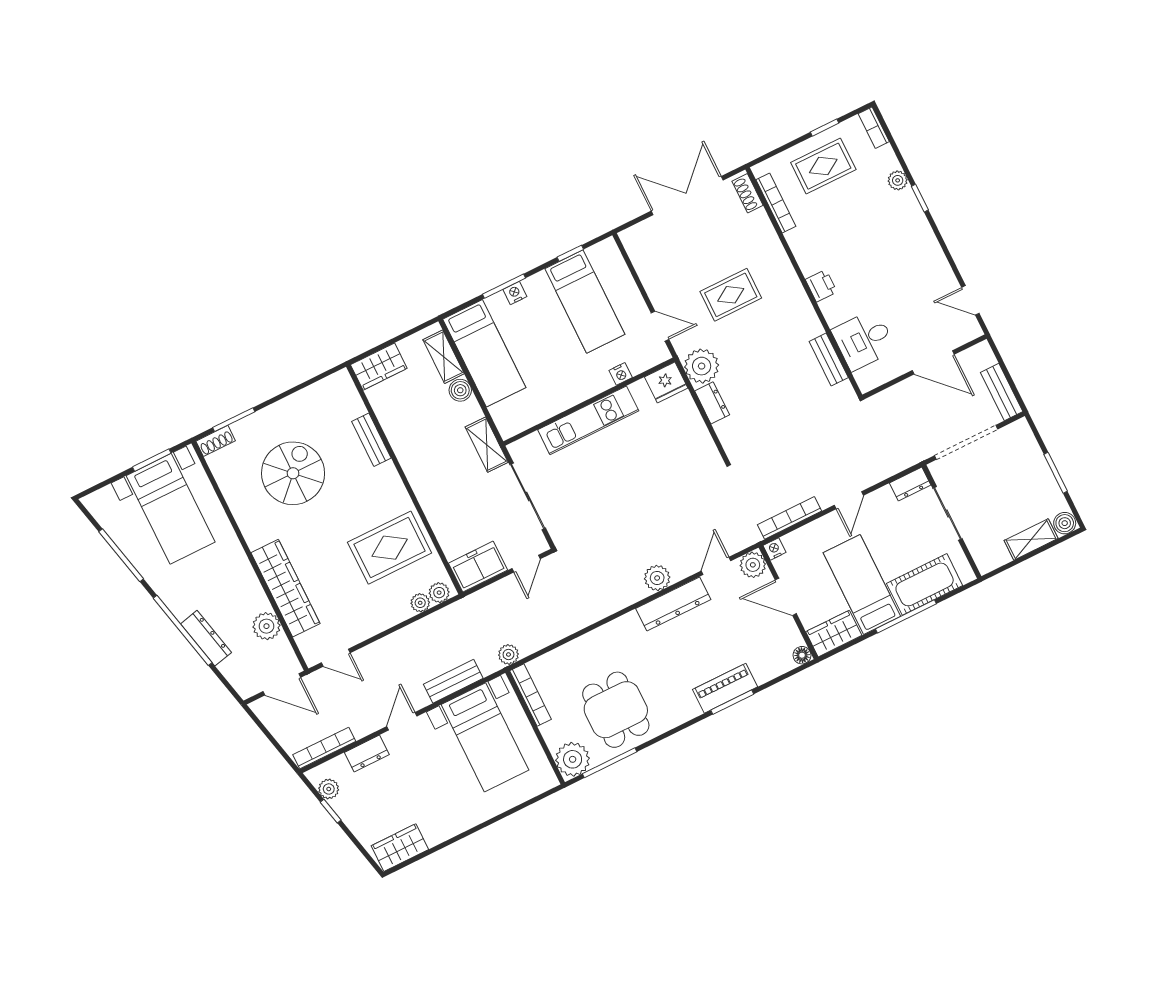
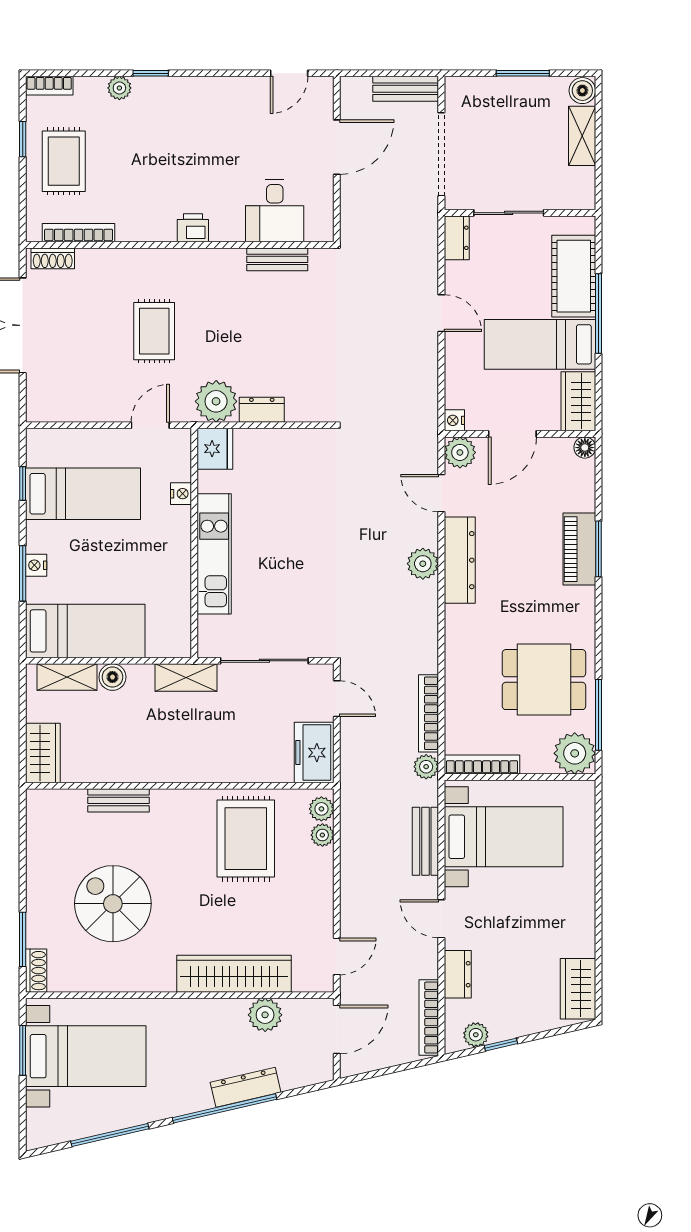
bookcase: (789, 518) -> (429, 713), moved

